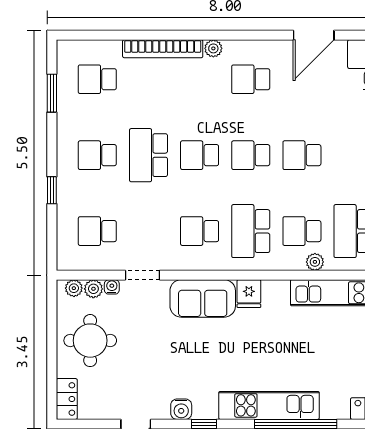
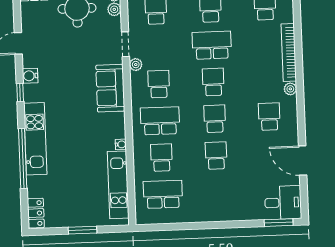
plant: (315, 262) -> (136, 65), moved
water cooler: (112, 287) -> (121, 144), moved
fridge: (249, 294) -> (115, 121), removed

